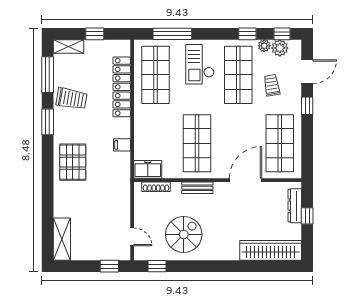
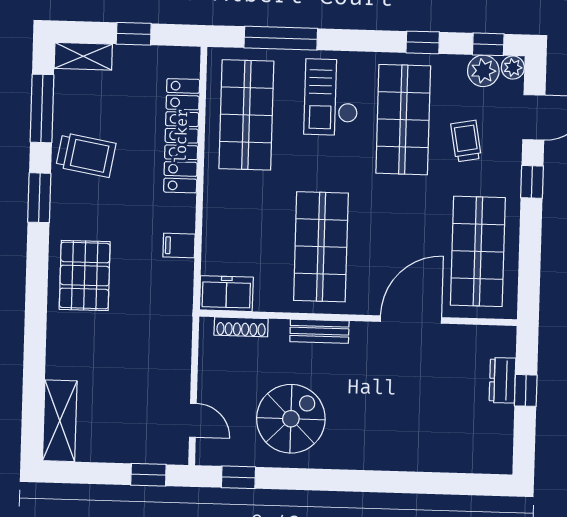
plant: (264, 46) -> (513, 68), moved
dresser: (295, 206) -> (502, 380), width x0.70
wardrobe: (271, 250) -> (455, 454), removed

